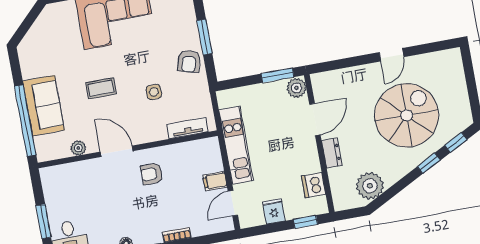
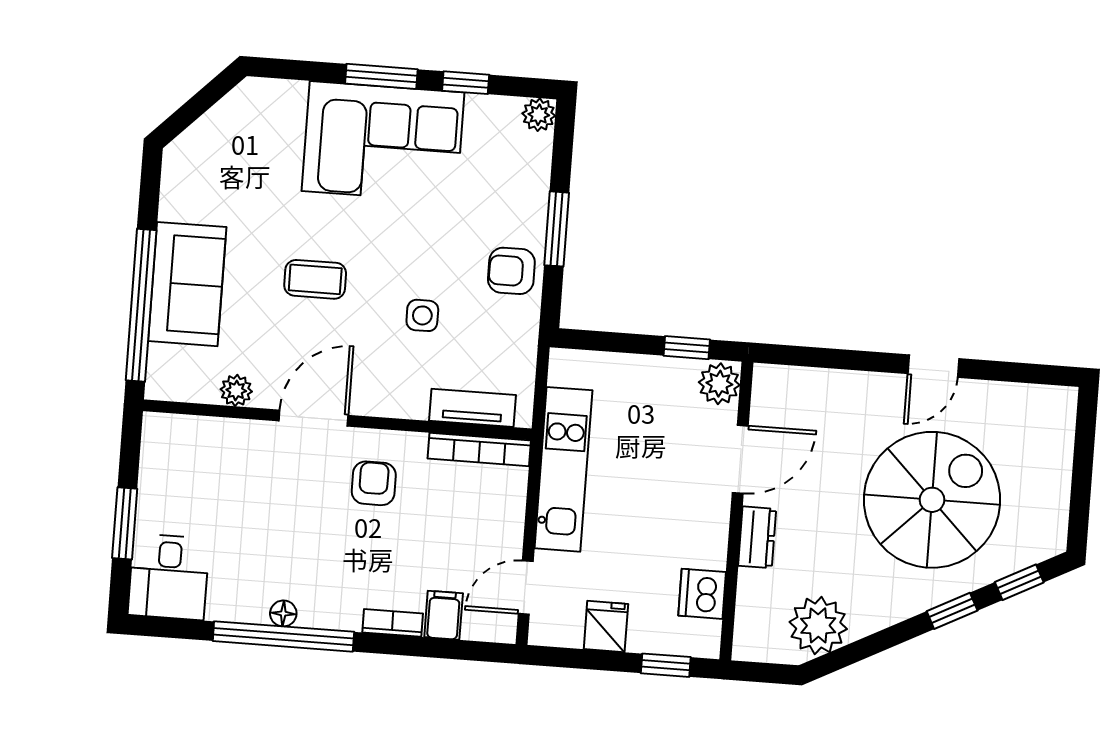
armchair: (189, 61) -> (511, 271), turned 75
window: (277, 75) -> (687, 348), width x0.67
bookcase: (195, 146) -> (479, 449), added
door: (117, 151) -> (314, 418), hinge flipped
armchair: (152, 174) -> (374, 483), turned 90
filing cabinet: (215, 181) -> (444, 615), moved, turned 90

